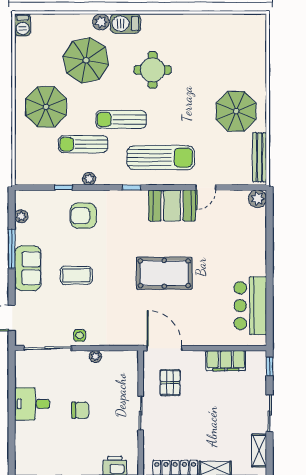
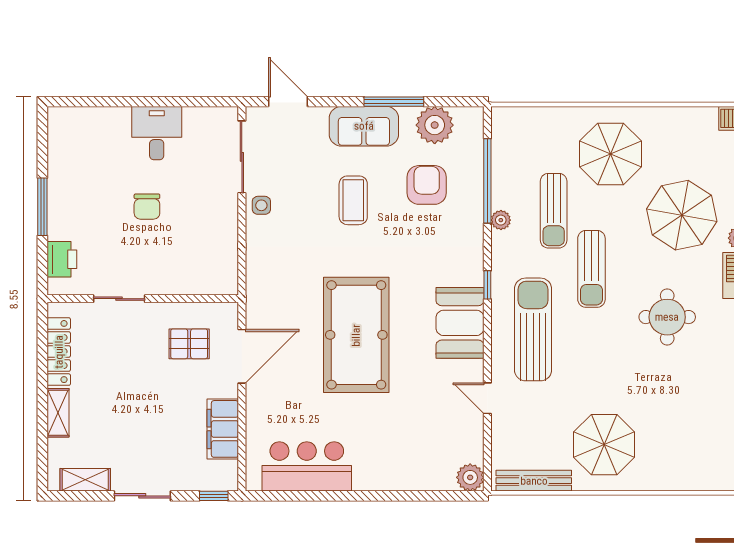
sun lounger: (121, 119) -> (591, 269), turned 180
sun lounger: (83, 144) -> (554, 211), turned 180
sun lounger: (161, 158) -> (533, 329), turned 180
window: (63, 187) -> (487, 181), width x3.17
booth: (172, 205) -> (460, 323), moved
plant: (21, 216) -> (435, 125), width x1.87, depth x1.87
armchair: (83, 216) -> (427, 185), moved
pool table: (164, 273) -> (356, 335), width x1.36, depth x1.32
door: (164, 348) -> (242, 356), moved
plant: (96, 357) -> (229, 230), removed
sliding door: (141, 413) -> (119, 299), moved

